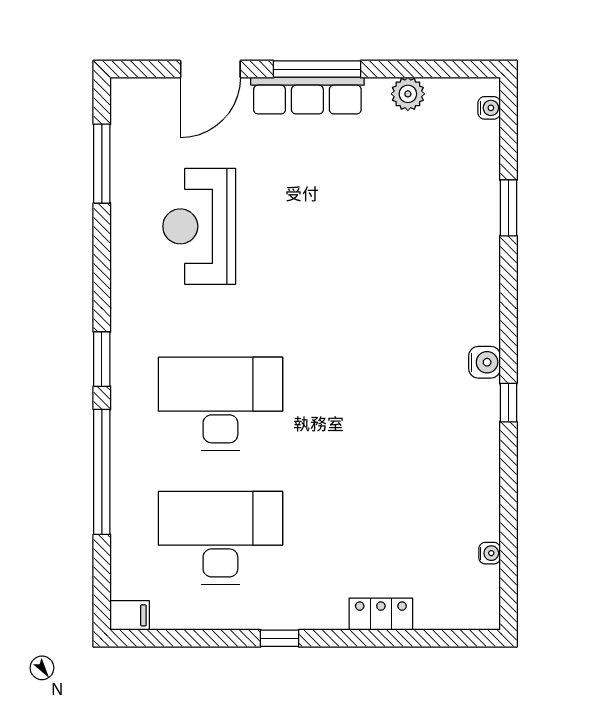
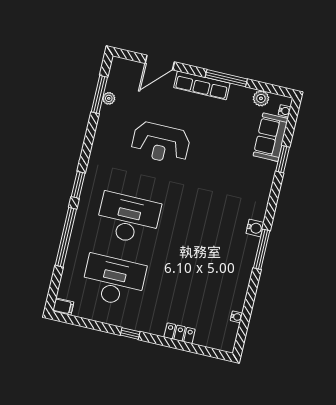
window: (317, 69) -> (226, 78), moved
plant: (408, 94) -> (261, 98), moved
plant: (123, 167) -> (109, 98), added
sofa: (473, 169) -> (271, 137), added
reception desk: (199, 226) -> (161, 143), moved, turned -90
window: (508, 403) -> (262, 249), width x2.17

